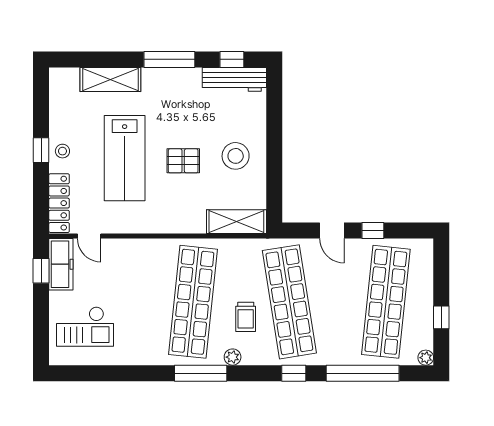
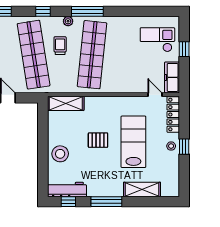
stool: (236, 156) -> (60, 154), moved
window: (41, 271) -> (184, 49), moved
window: (294, 373) -> (43, 11), moved

